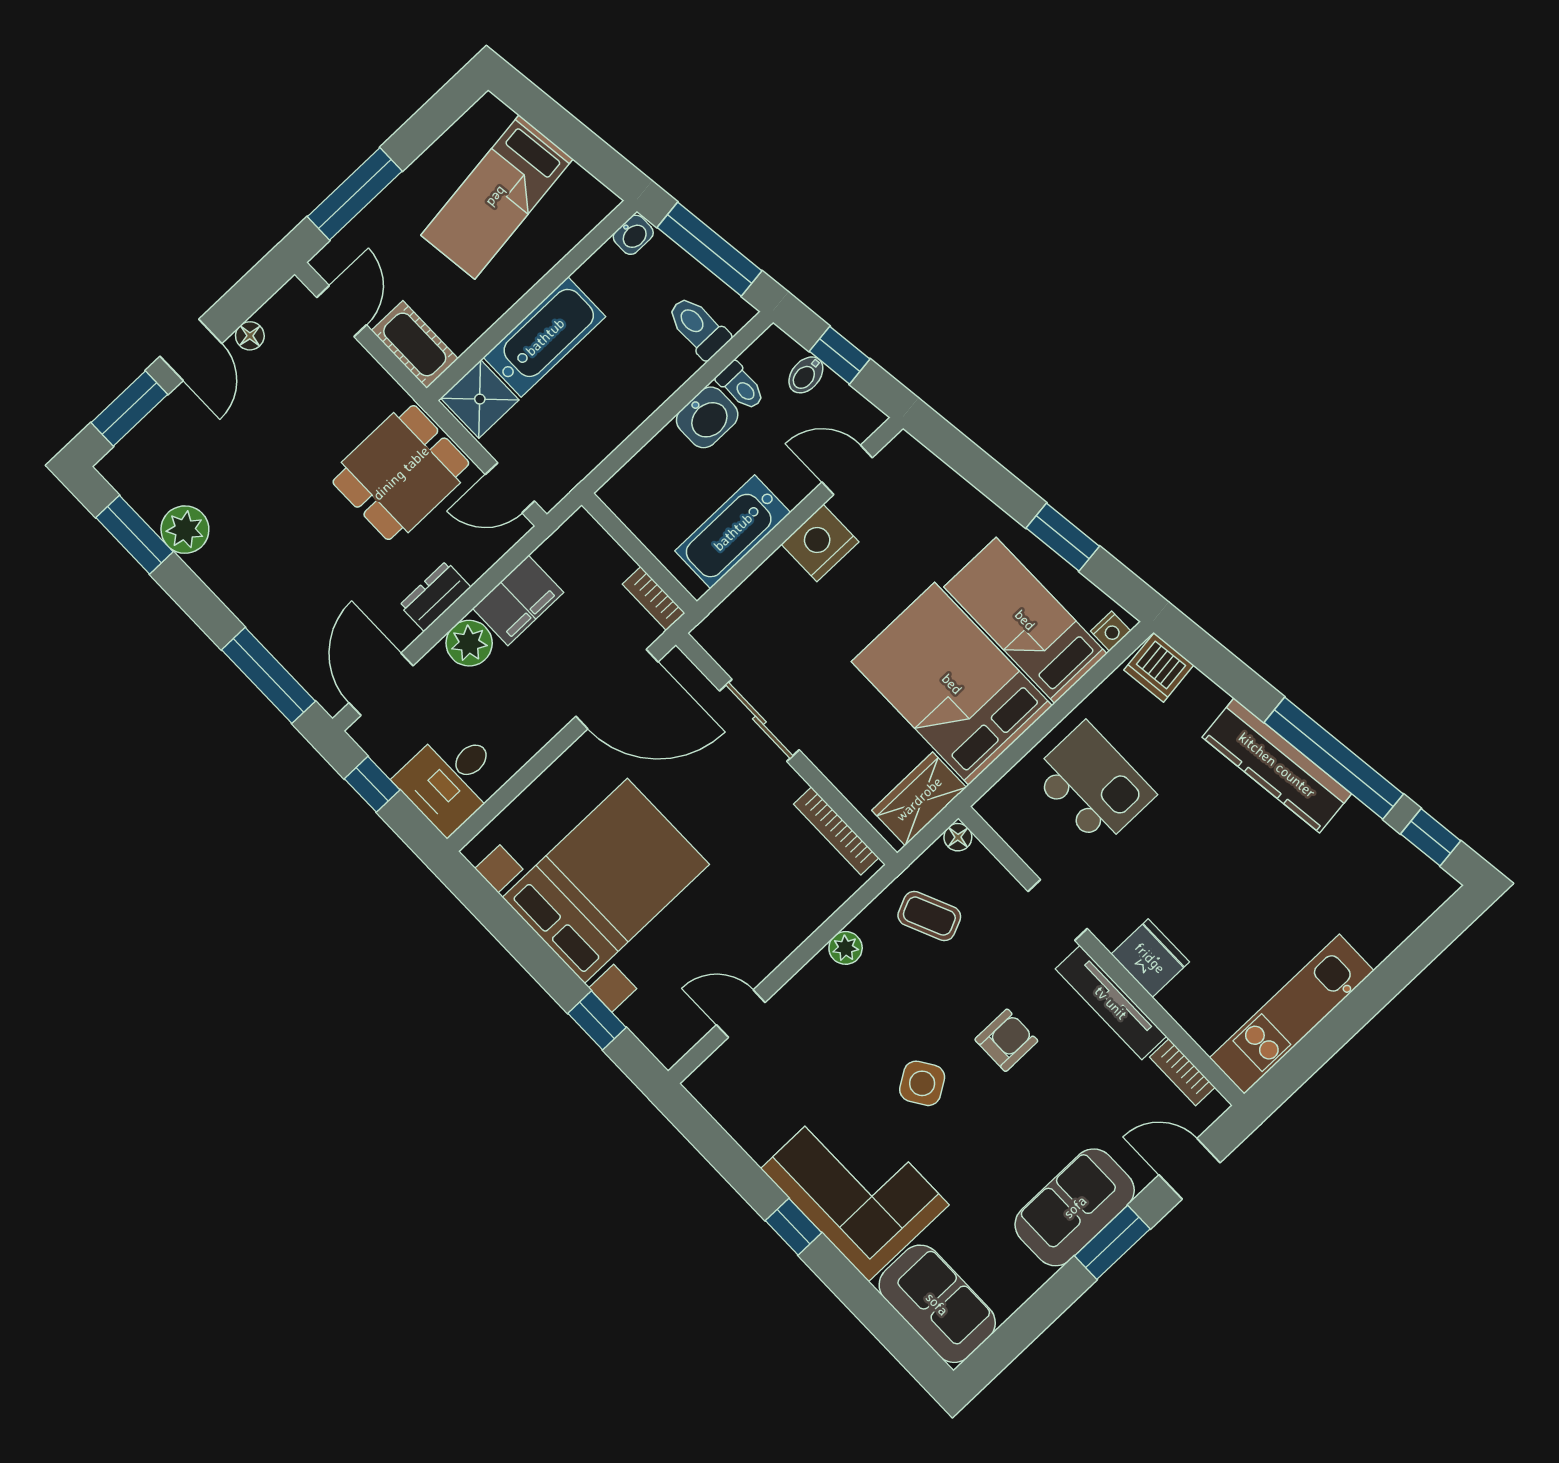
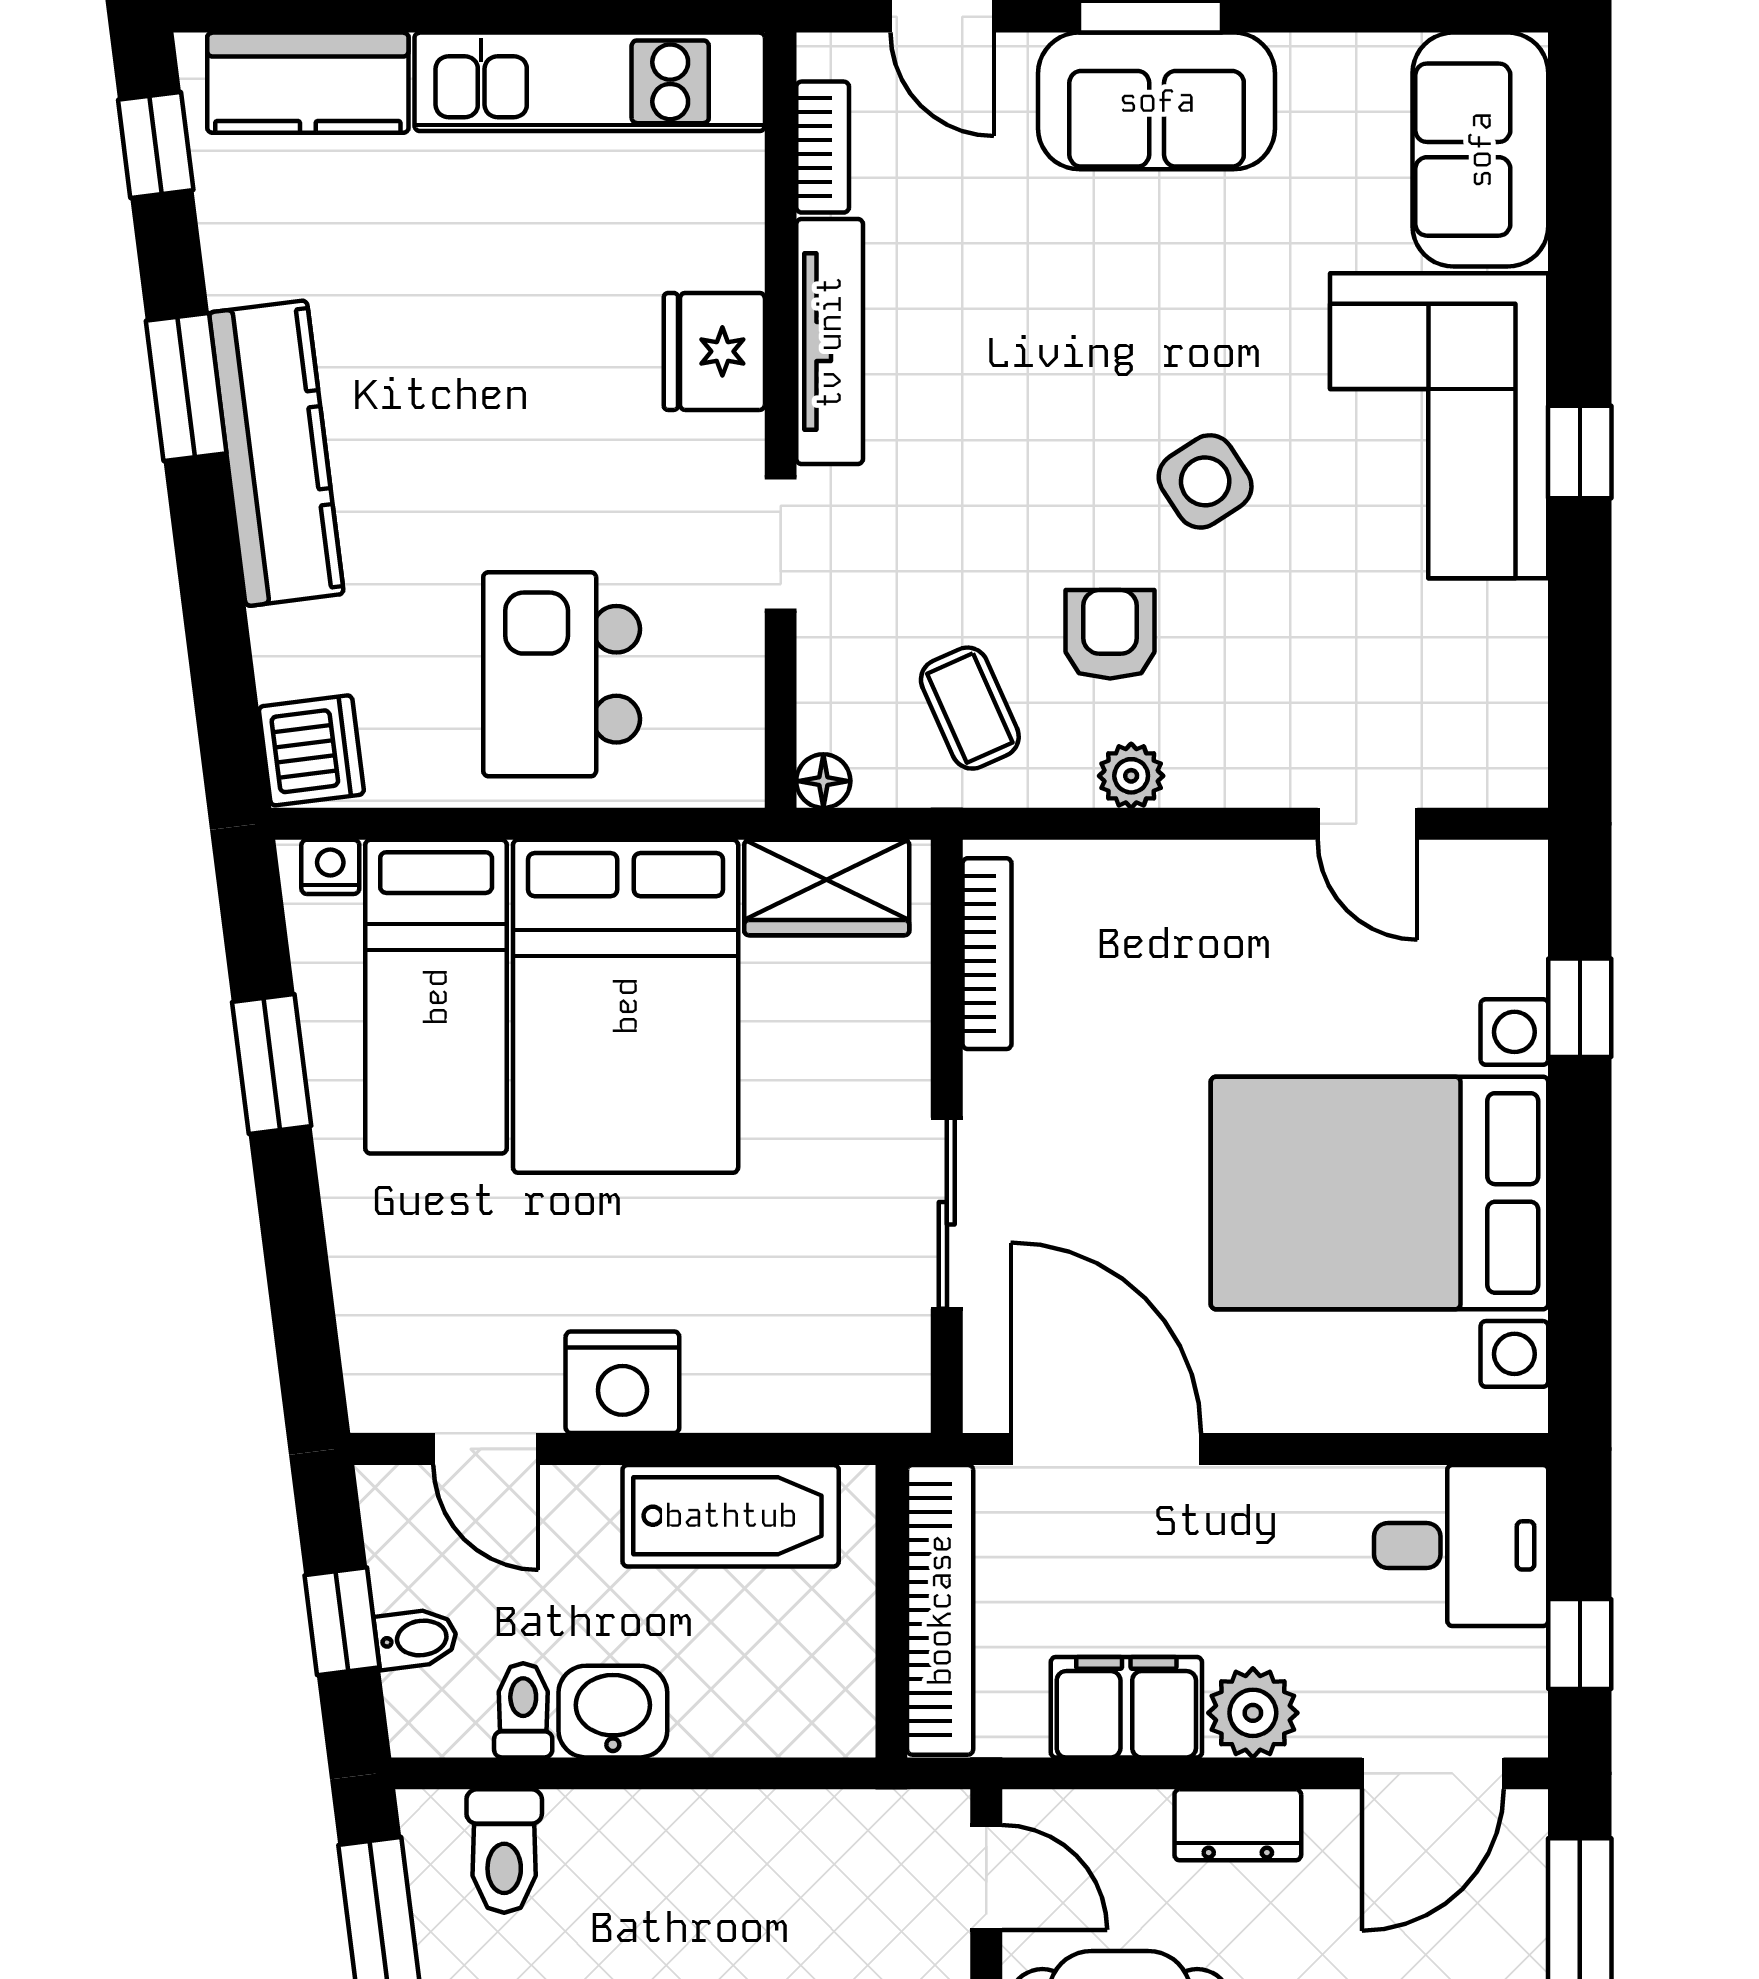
bookcase: (654, 599) -> (940, 1610), width x2.31, depth x1.31
window: (1334, 758) -> (186, 387), width x0.47
kitchen counter: (1396, 914) -> (308, 83), added
armchair: (1006, 1040) -> (1110, 634), moved, turned 90

